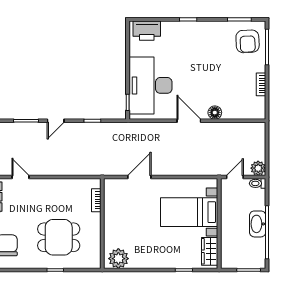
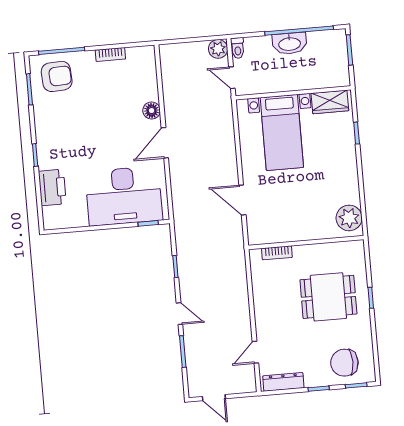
printer: (147, 31) -> (52, 187), moved
dining table: (59, 237) -> (328, 297), turned 90

